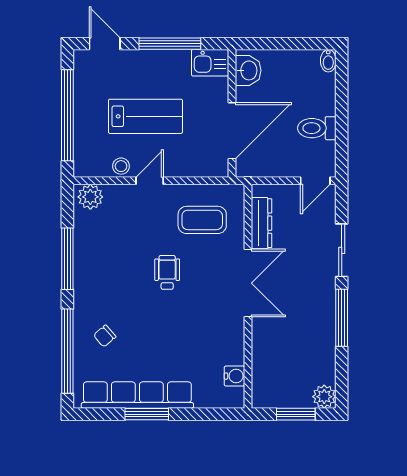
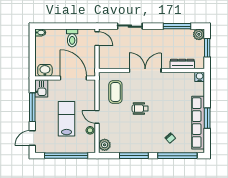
dresser: (262, 223) -> (182, 64), moved
window: (342, 318) -> (177, 26), moved
water cooler: (234, 376) -> (200, 77), moved

